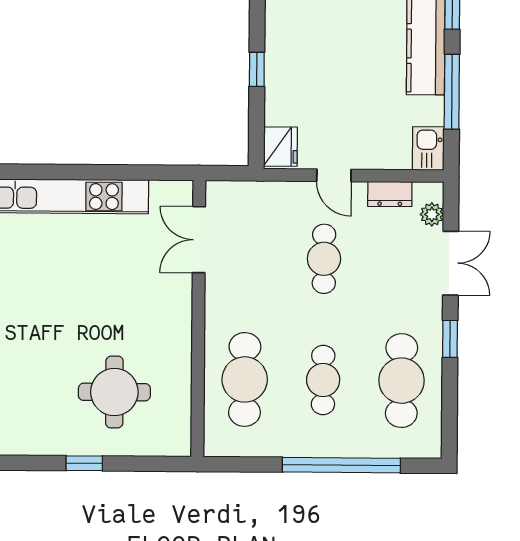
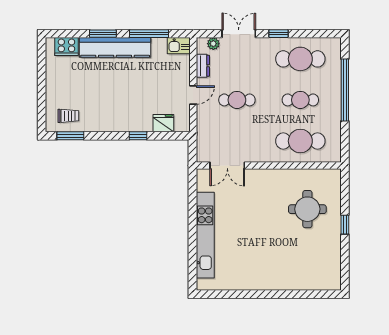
fridge: (280, 147) -> (163, 123), moved

